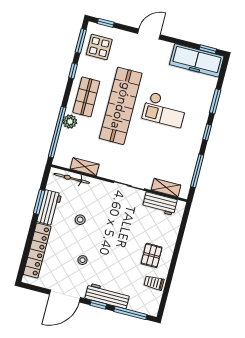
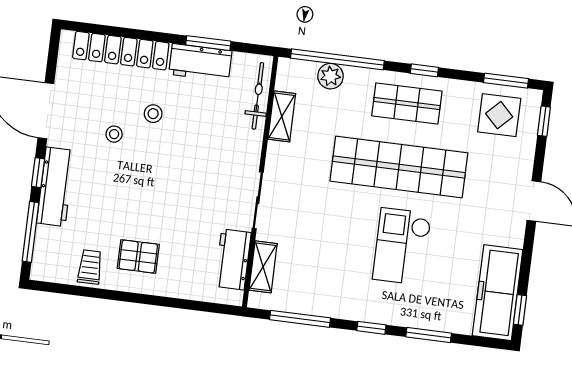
window: (73, 71) -> (424, 70), moved
plant: (70, 122) -> (330, 76), moved
stool: (80, 220) -> (153, 114), moved

